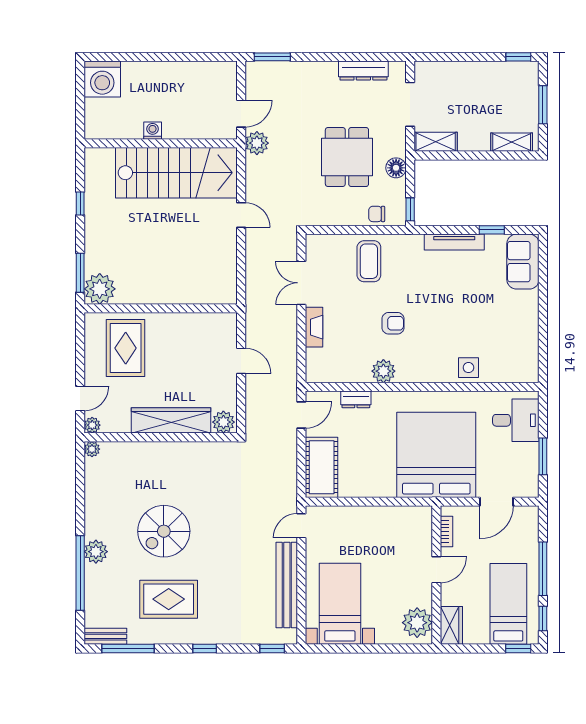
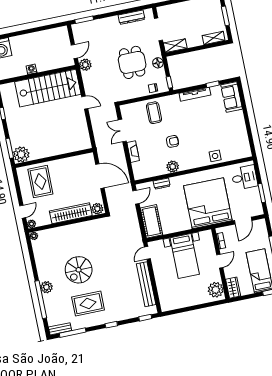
door: (241, 361) -> (100, 176), width x1.88
bed with nightstands: (340, 604) -> (185, 256), moved, turned 180

